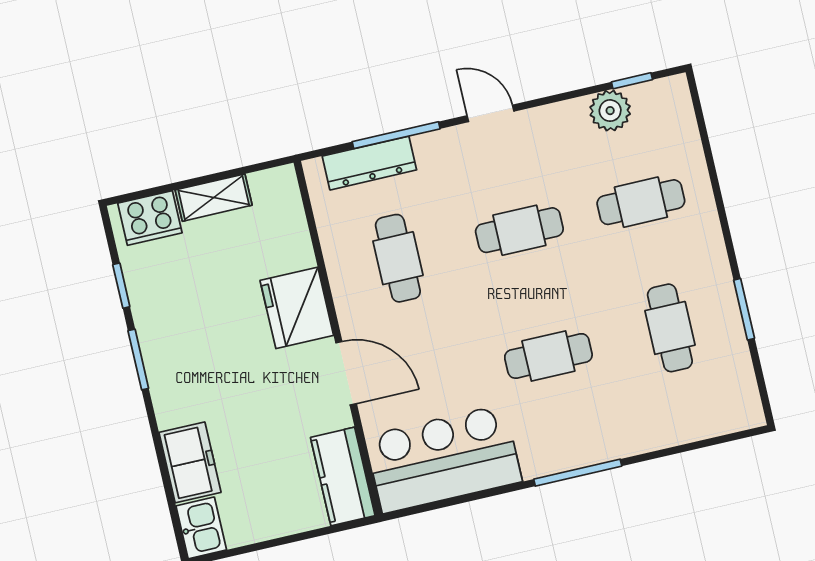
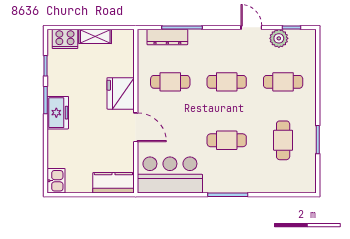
door: (490, 113) -> (251, 27), moved
cafe table: (398, 258) -> (170, 82), turned 90
freezer: (190, 462) -> (58, 113), moved
kitchen counter: (343, 476) -> (113, 183), moved, turned 90

